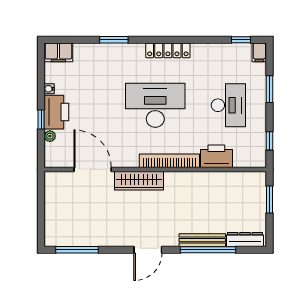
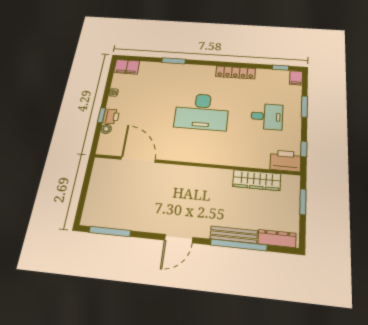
locker: (168, 50) -> (235, 72), moved
desk: (155, 105) -> (202, 112), turned 180
desk: (228, 105) -> (267, 116), width x0.73
printer: (56, 112) -> (111, 116), width x0.53, depth x0.68
printer: (216, 156) -> (285, 161), moved
bookcase: (169, 161) -> (209, 158), removed
wardrobe: (139, 181) -> (257, 180), moved

